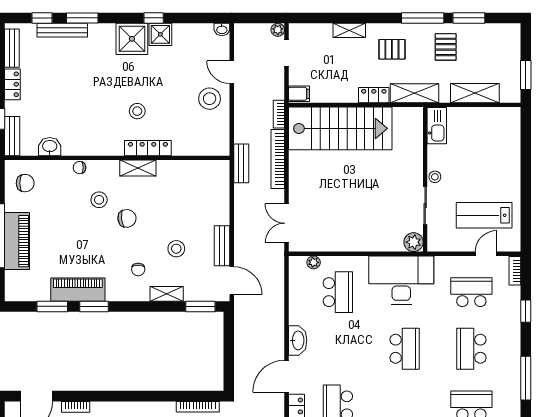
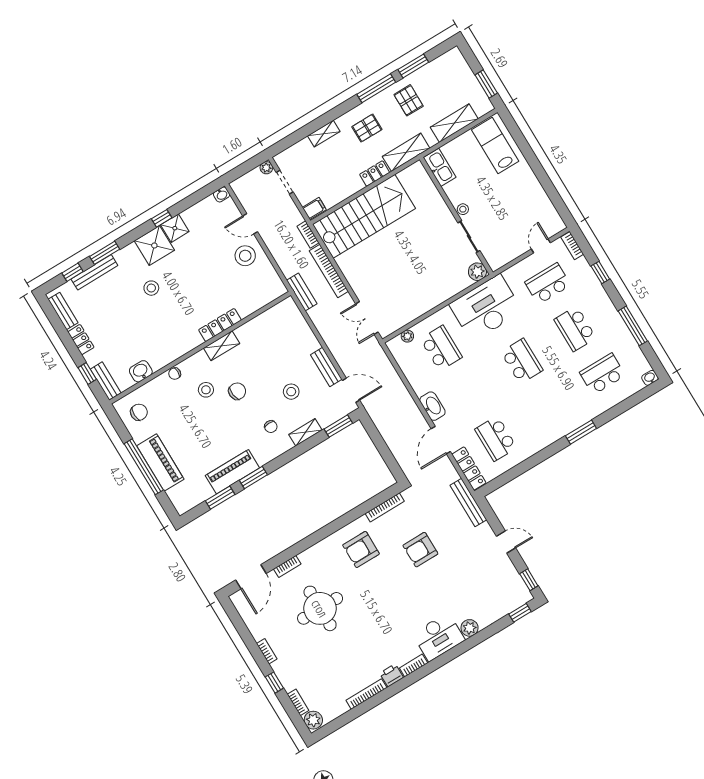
stool: (137, 111) -> (151, 288), moved
lab bench: (484, 215) -> (495, 145), moved, turned 90

